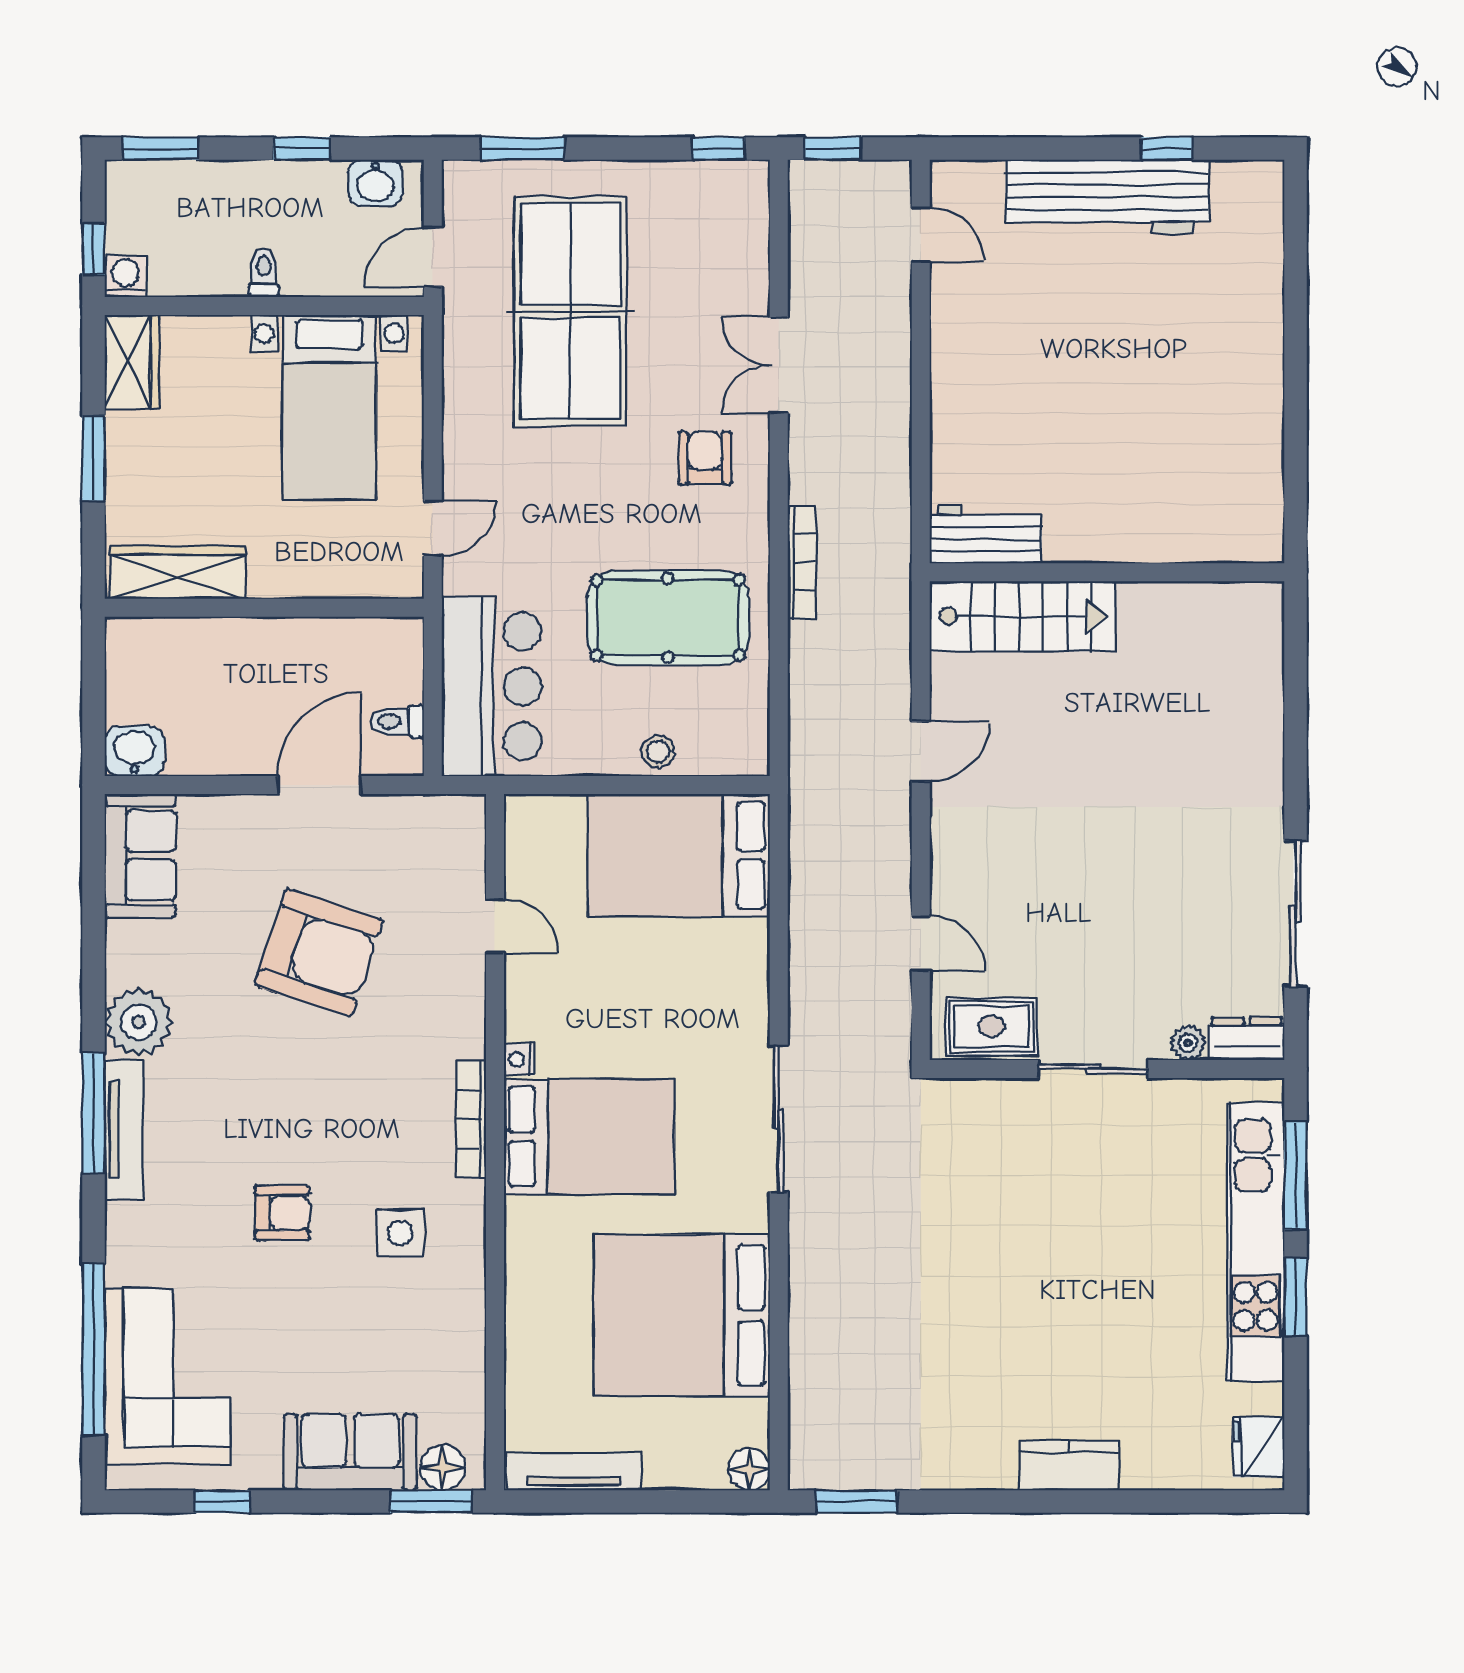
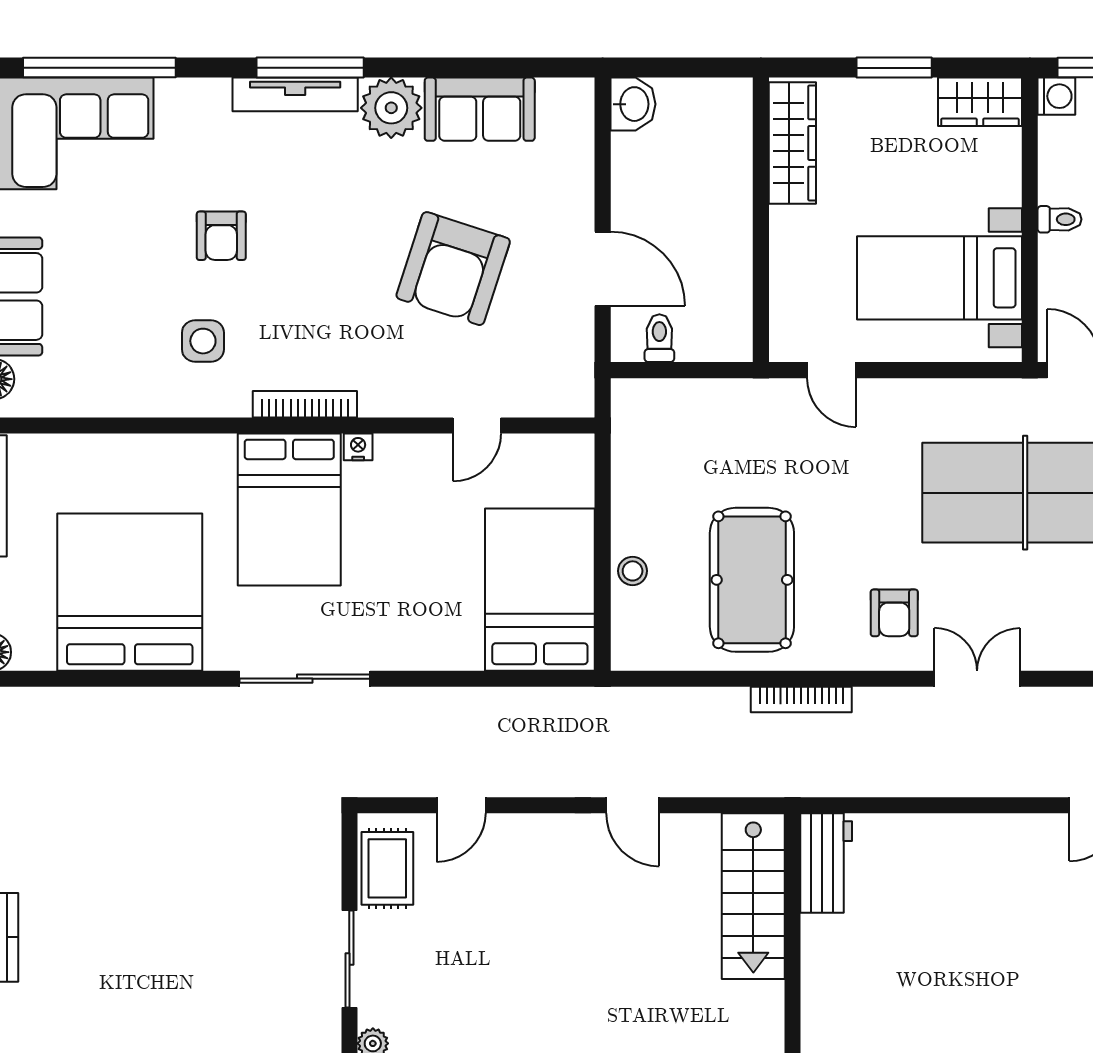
armchair: (705, 458) -> (894, 613), turned 90
bar counter: (492, 686) -> (691, 423), removed
sofa: (140, 856) -> (480, 109), moved

